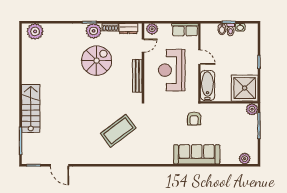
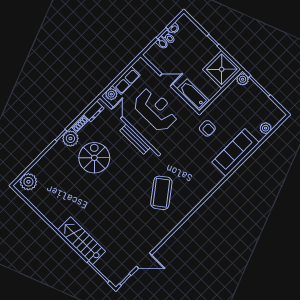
row of seats: (185, 30) -> (126, 80), moved
reception desk: (172, 70) -> (156, 110), turned 180
plant: (245, 159) -> (266, 128), moved

